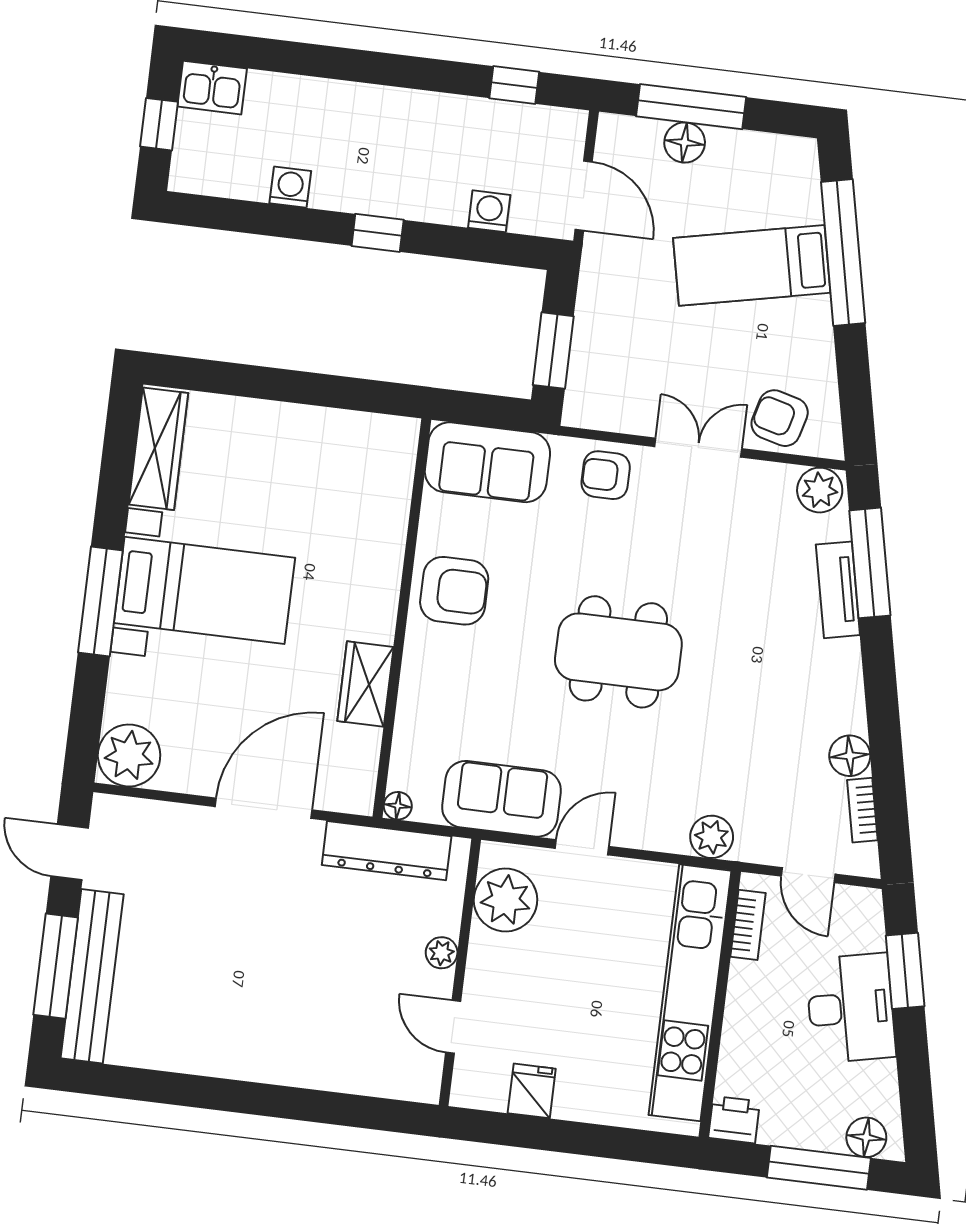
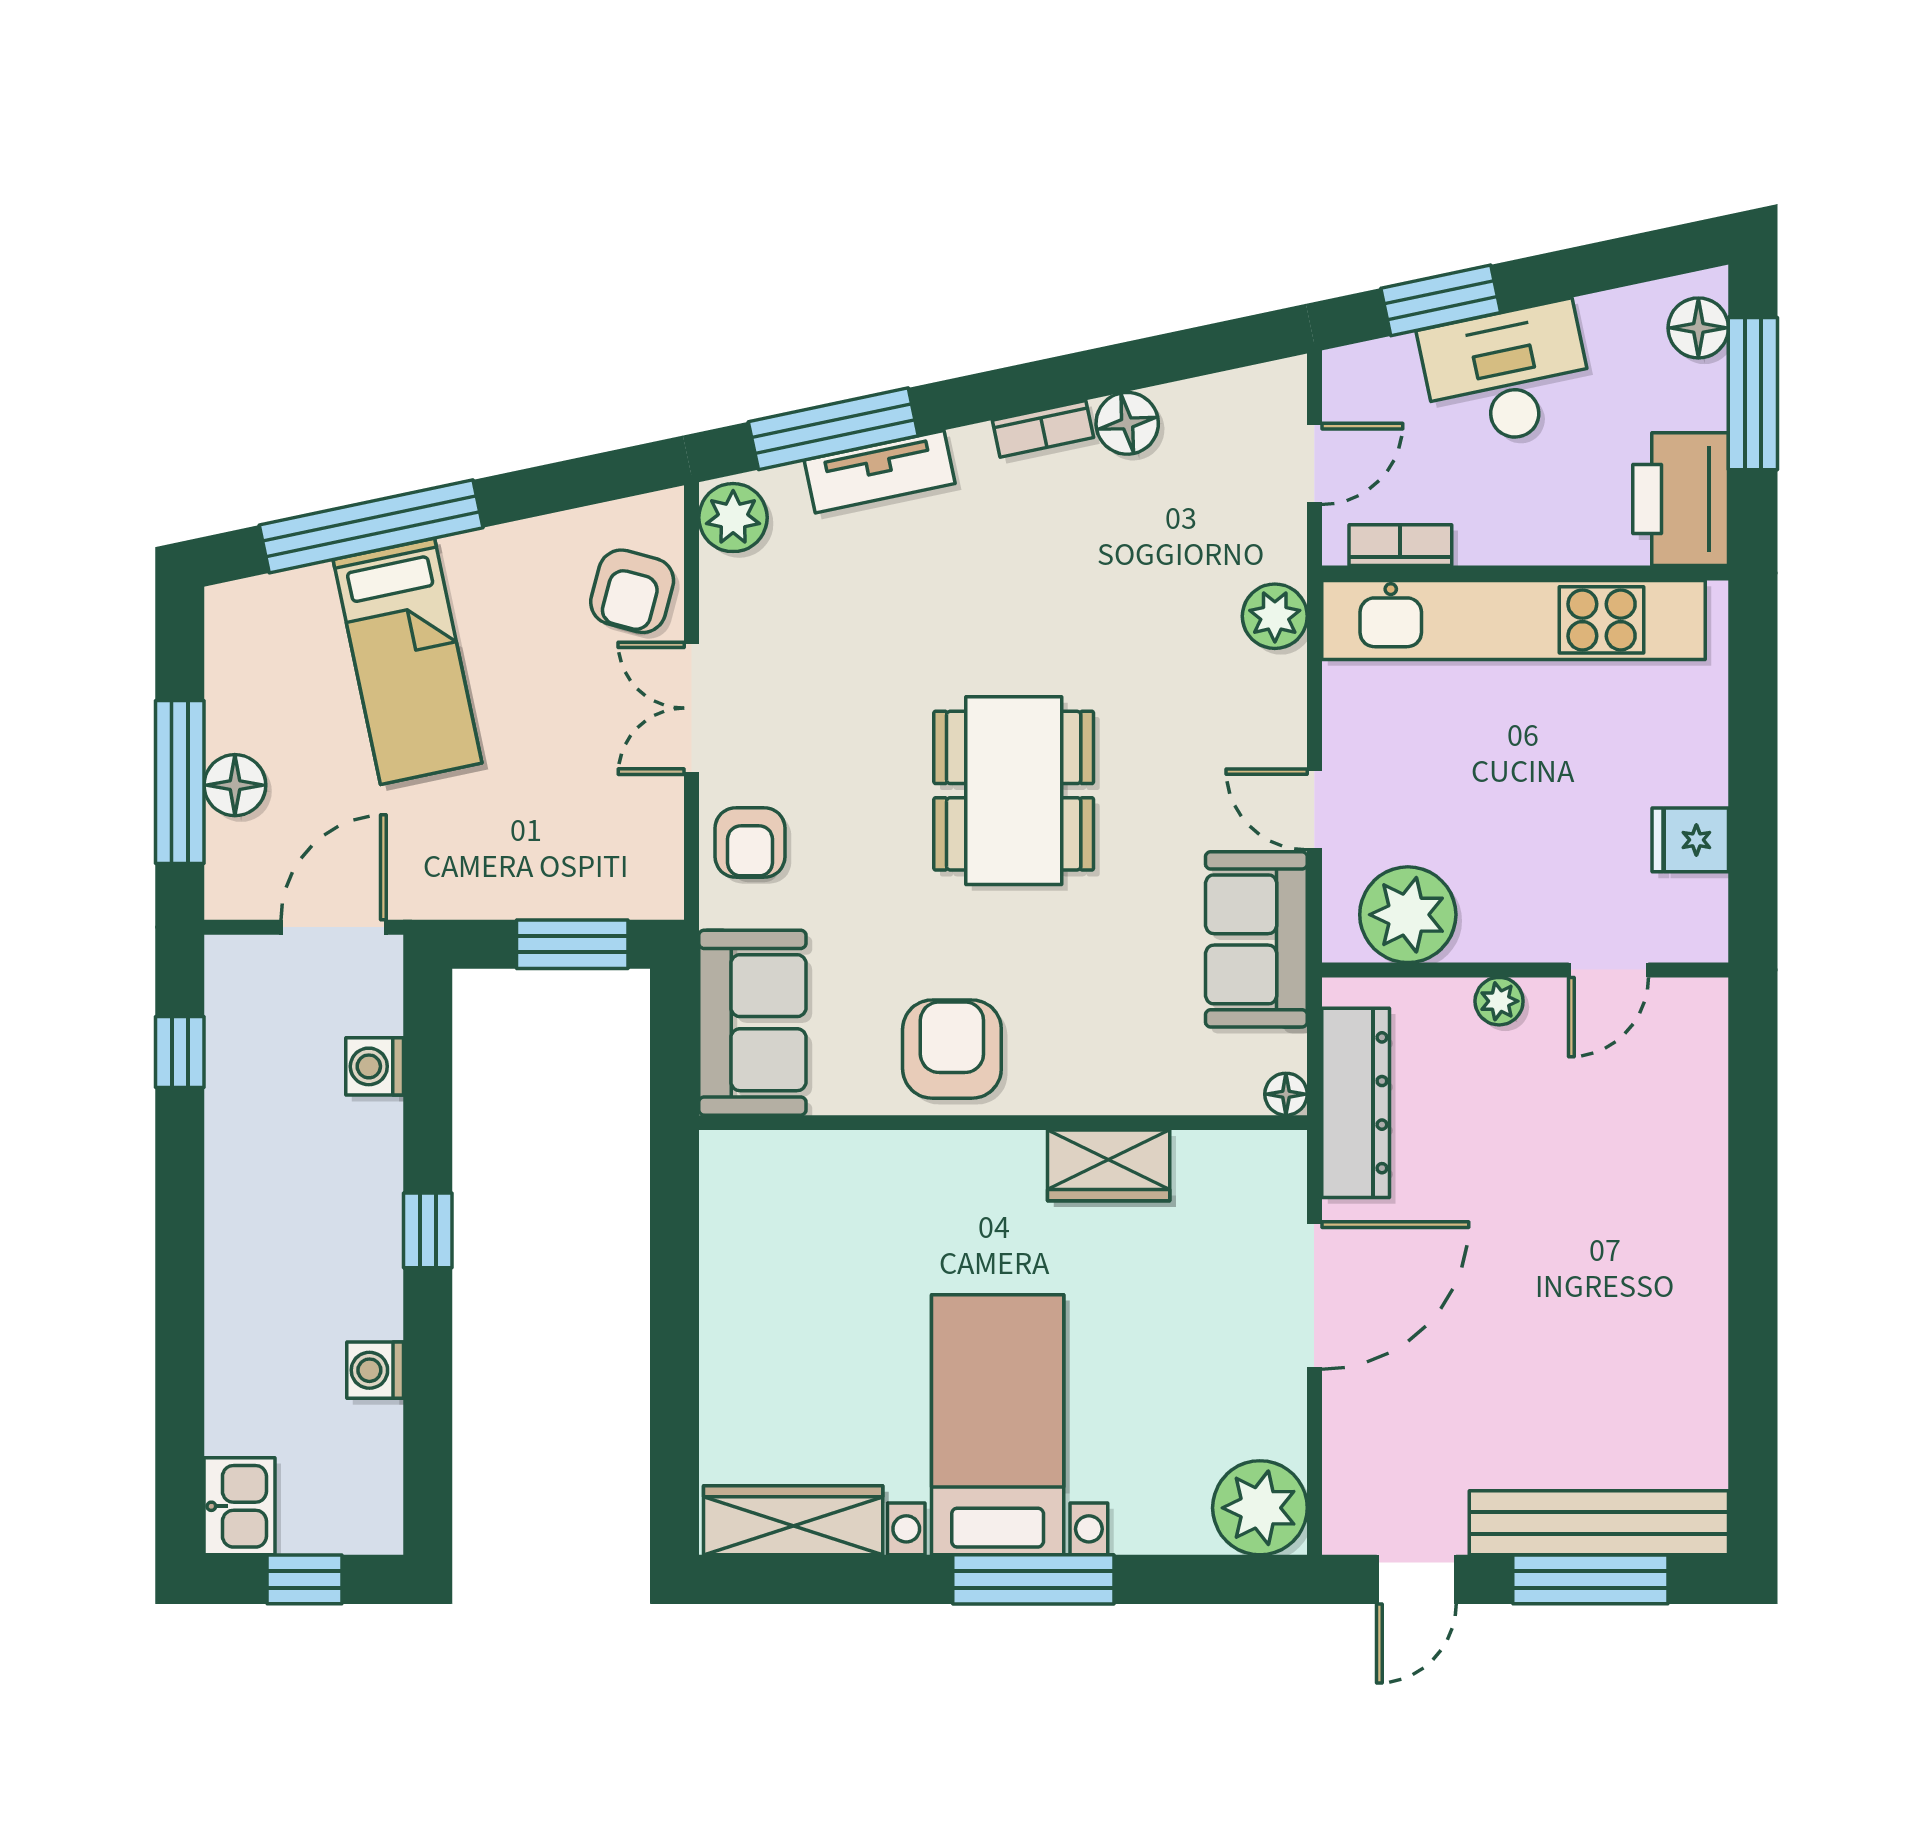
door: (264, 808) -> (1314, 1296), swing flipped
bookcase: (862, 810) -> (1043, 429), moved
printer: (734, 1120) -> (1681, 499), width x1.87, depth x1.48

